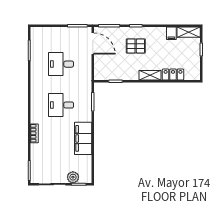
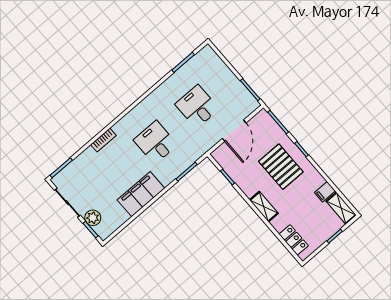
door: (93, 44) -> (234, 131), moved
pallet: (136, 46) -> (281, 167), width x1.50, depth x1.42
locker: (173, 75) -> (294, 240), moved

